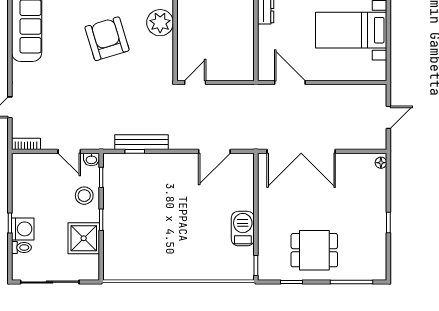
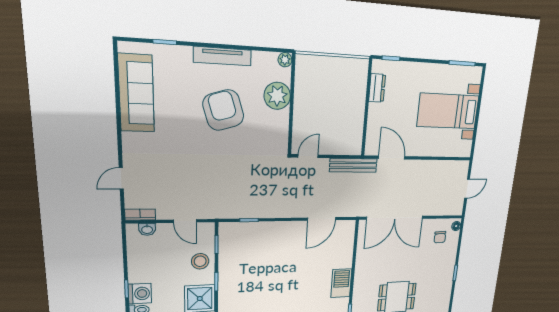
bench: (141, 142) -> (353, 165), moved
washbasin: (91, 159) -> (147, 229), moved
chair: (361, 176) -> (440, 237), added

